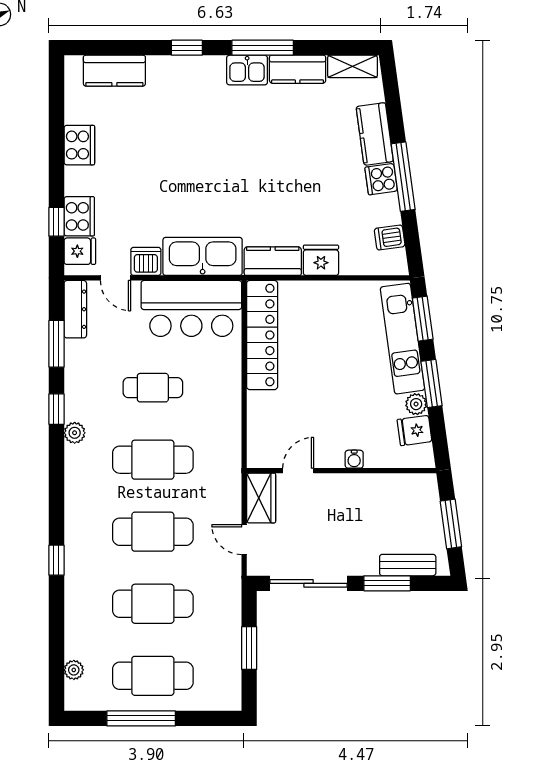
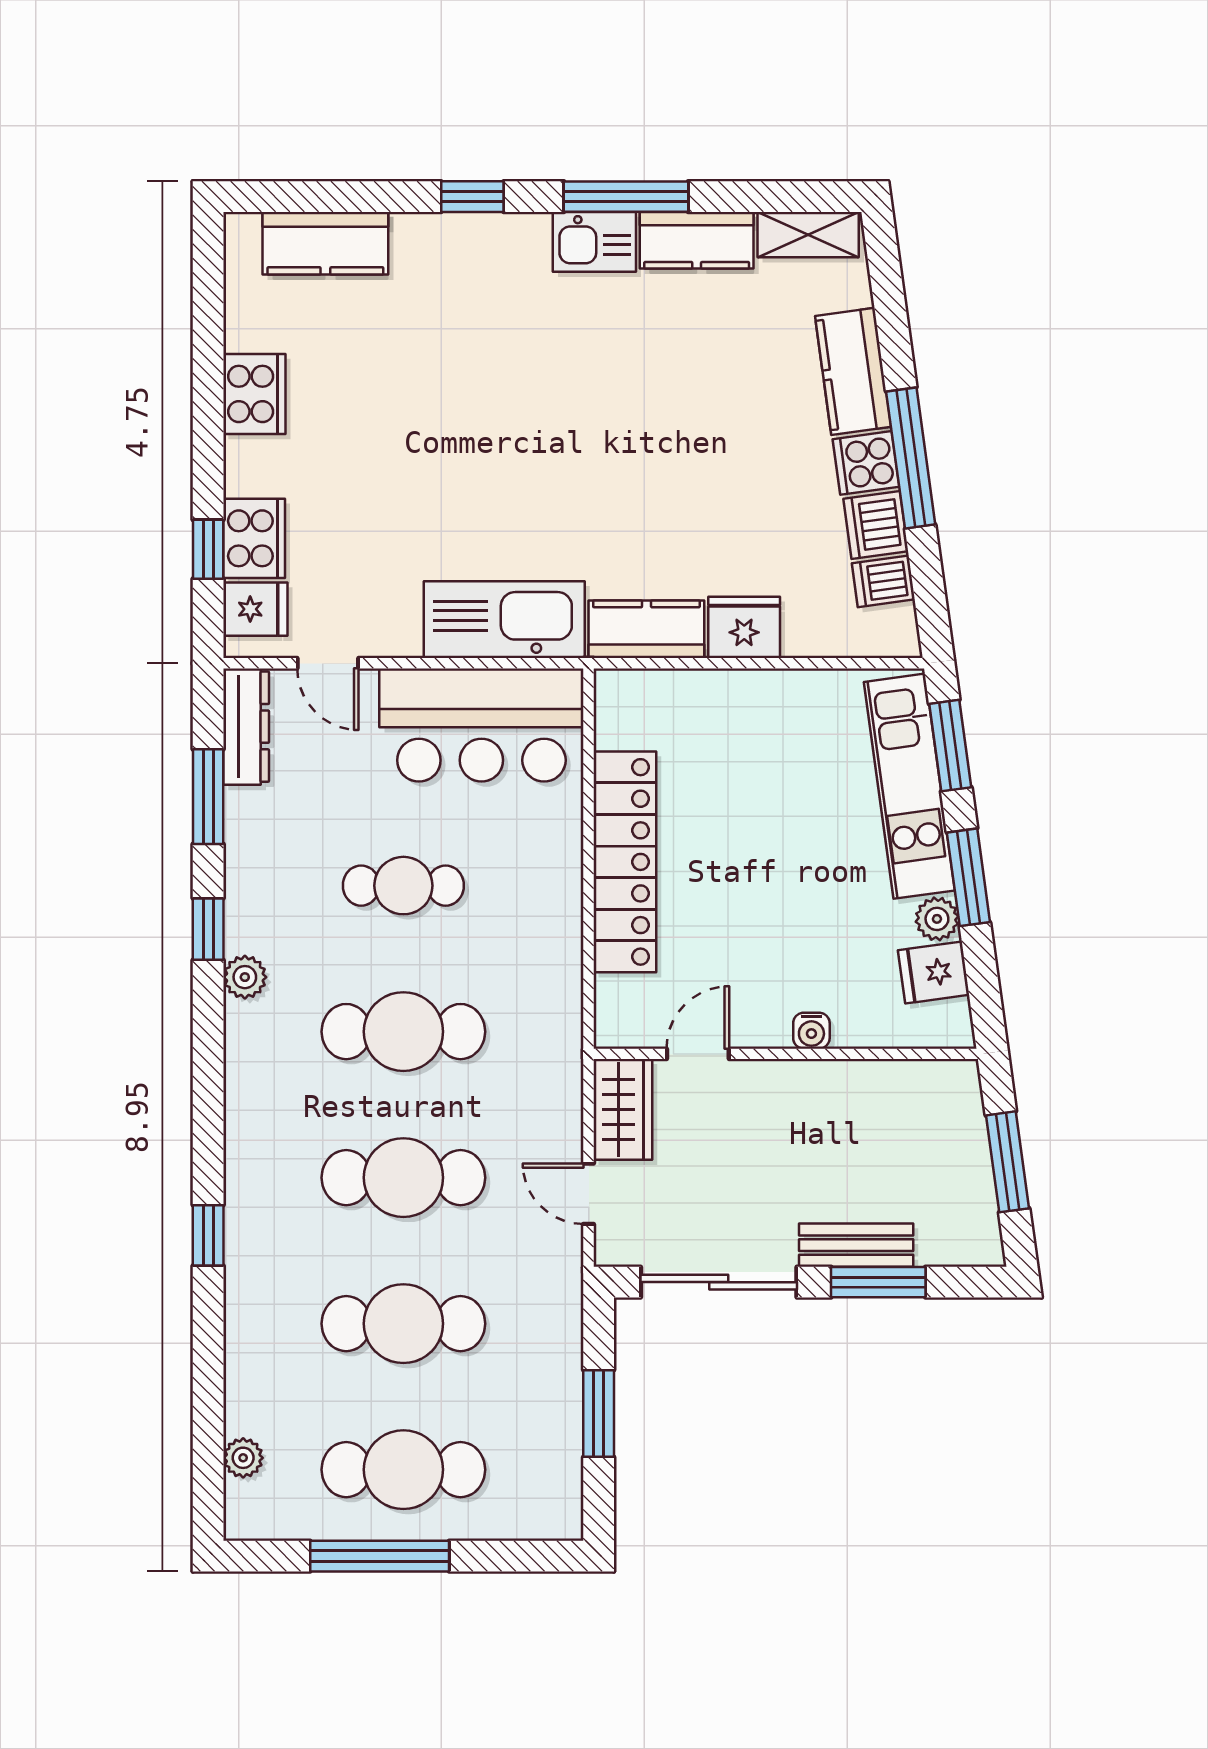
dishwasher: (146, 261) -> (876, 525), moved, turned -98
locker: (262, 335) -> (625, 862), moved
bench: (408, 565) -> (856, 1245), moved

